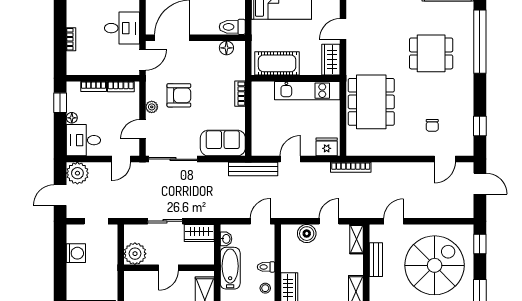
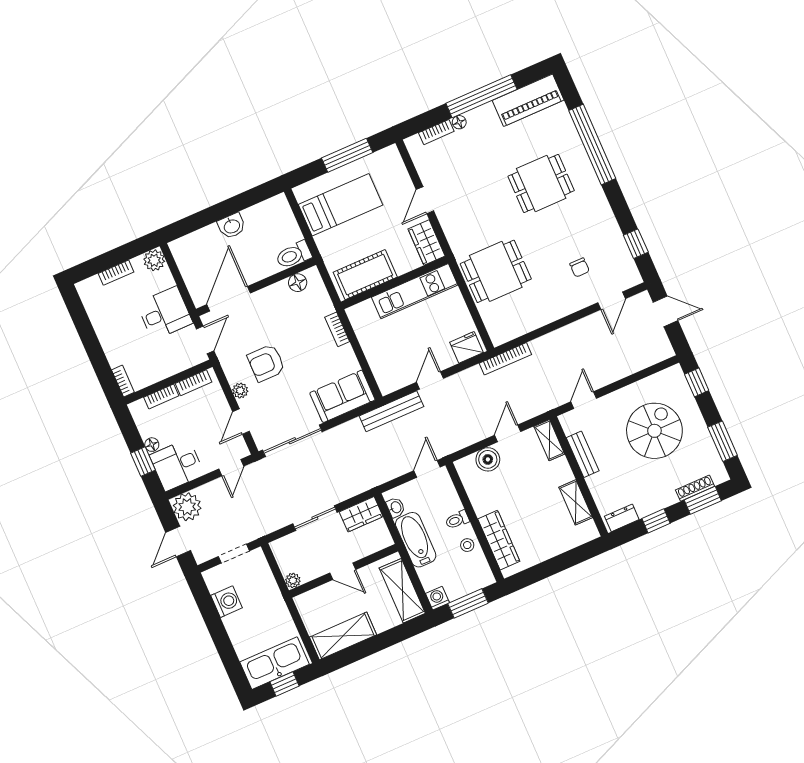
bookcase: (71, 39) -> (123, 381), moved
armchair: (179, 95) -> (266, 363), turned 180
dining table: (371, 102) -> (496, 271), width x0.73
window: (60, 103) -> (143, 462), moved
plant: (135, 254) -> (293, 580), width x0.53, depth x0.53
spiral stairs: (435, 265) -> (654, 431), width x0.73, depth x0.73
door: (168, 268) -> (343, 571), hinge flipped

